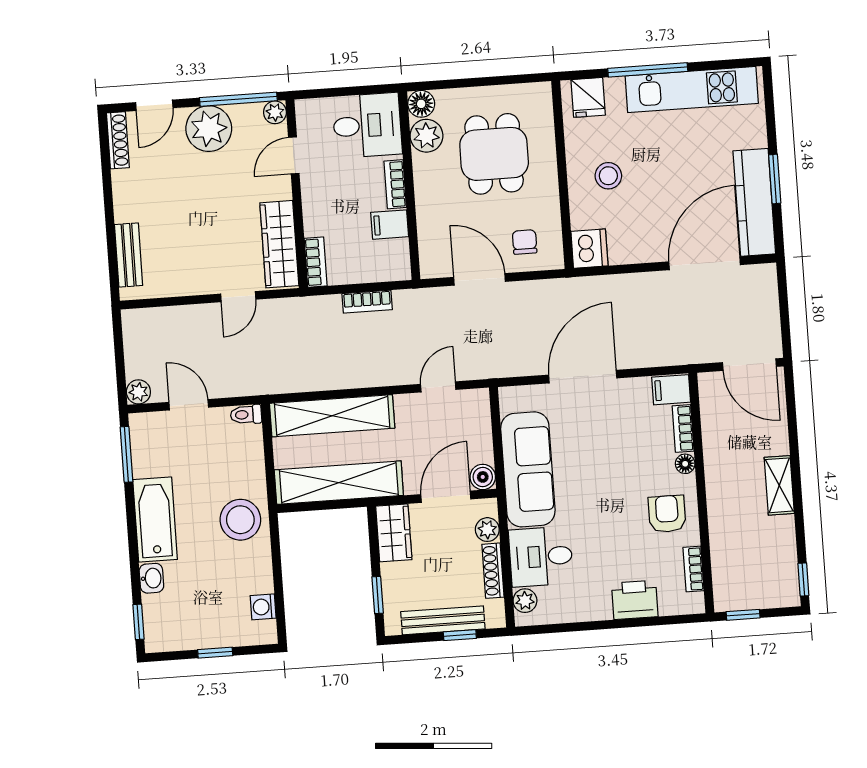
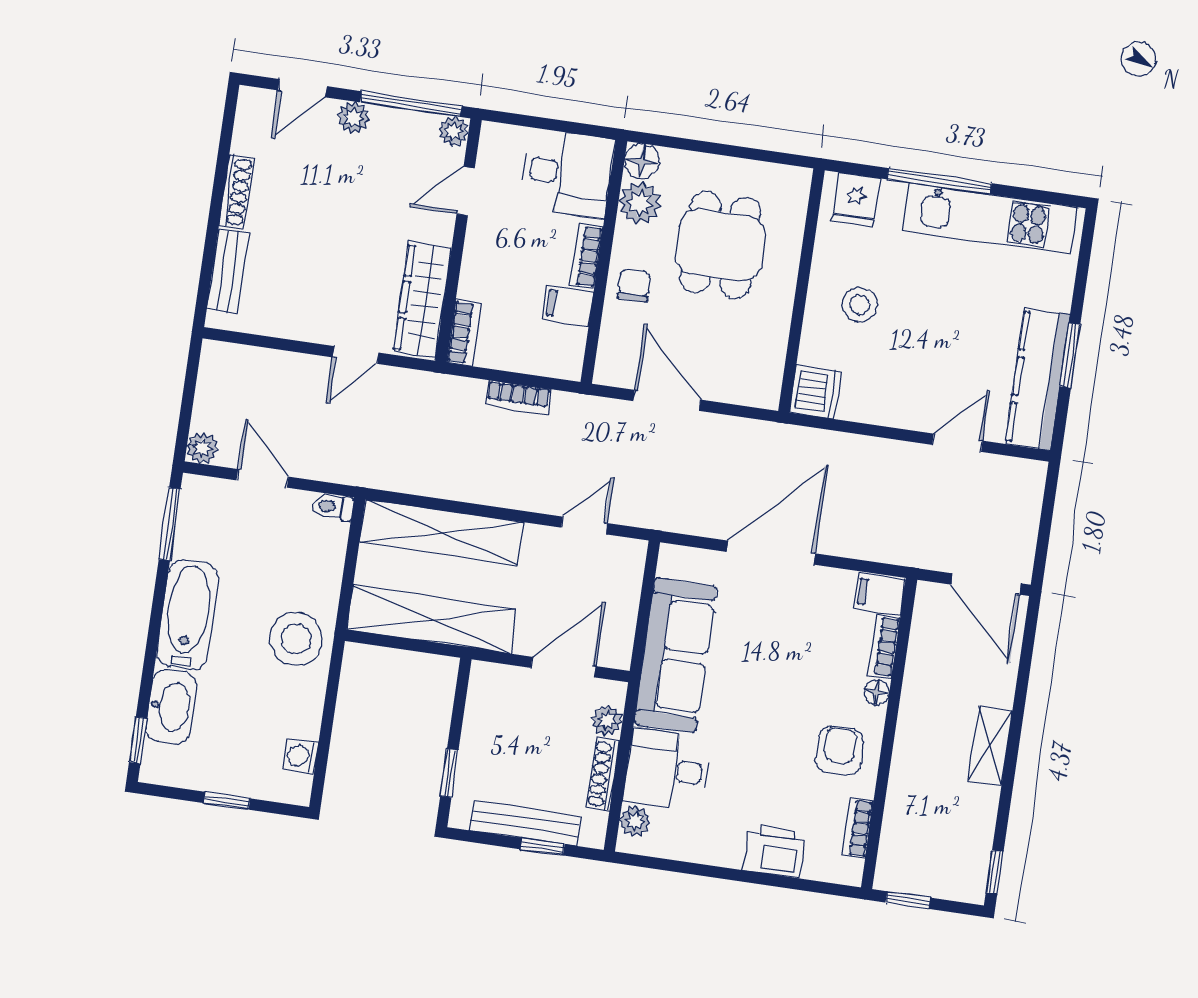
plant: (209, 129) -> (353, 117), width x0.53, depth x0.53
shoe rack: (118, 140) -> (236, 192), moved
chair: (525, 242) -> (634, 286), moved
door: (705, 263) -> (957, 443), width x0.53
boiler: (483, 477) -> (616, 652), removed
wardrobe: (394, 533) -> (487, 698), removed
washbasin: (151, 578) -> (171, 706), width x1.91, depth x1.45

